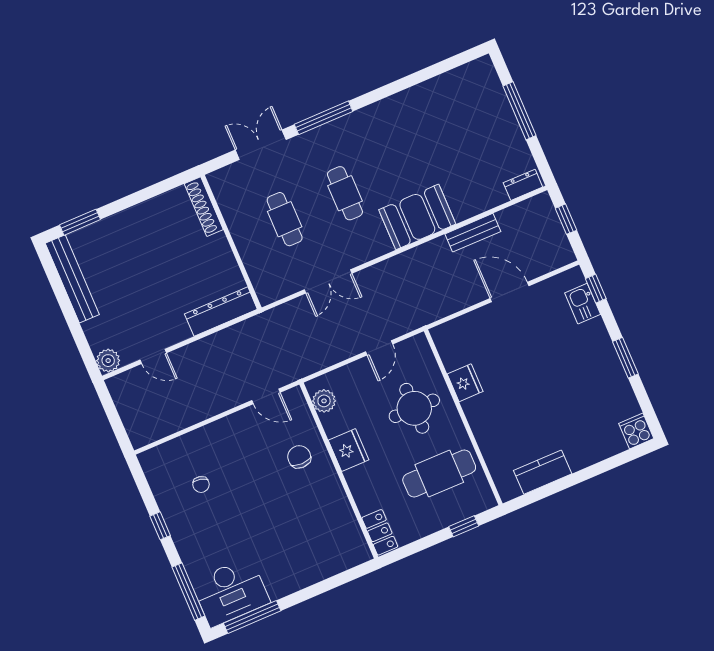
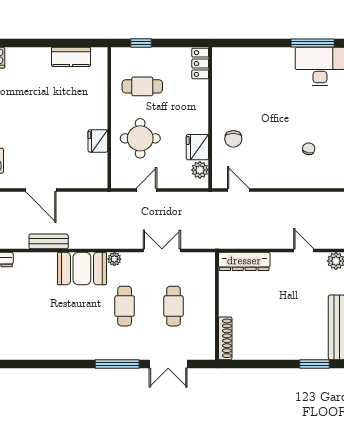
plant: (382, 246) -> (114, 259), added
fridge: (349, 450) -> (197, 147), moved
cafe table: (439, 474) -> (142, 86), width x0.73, depth x0.74

